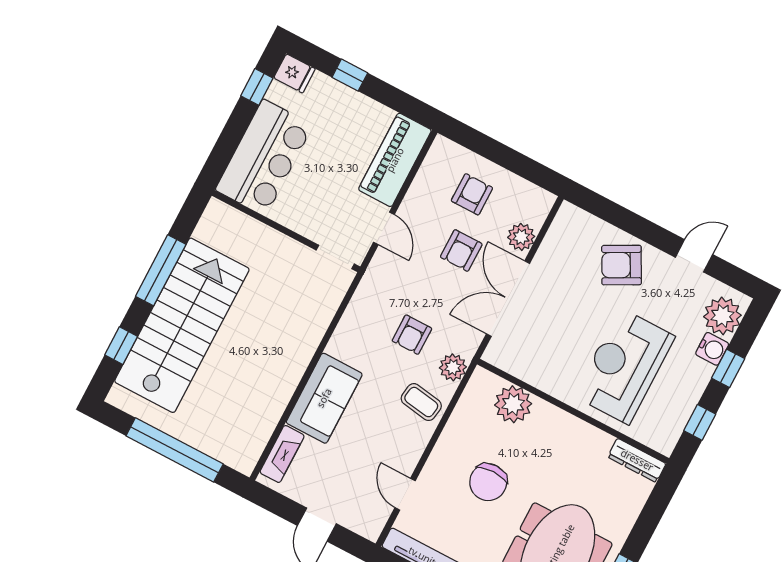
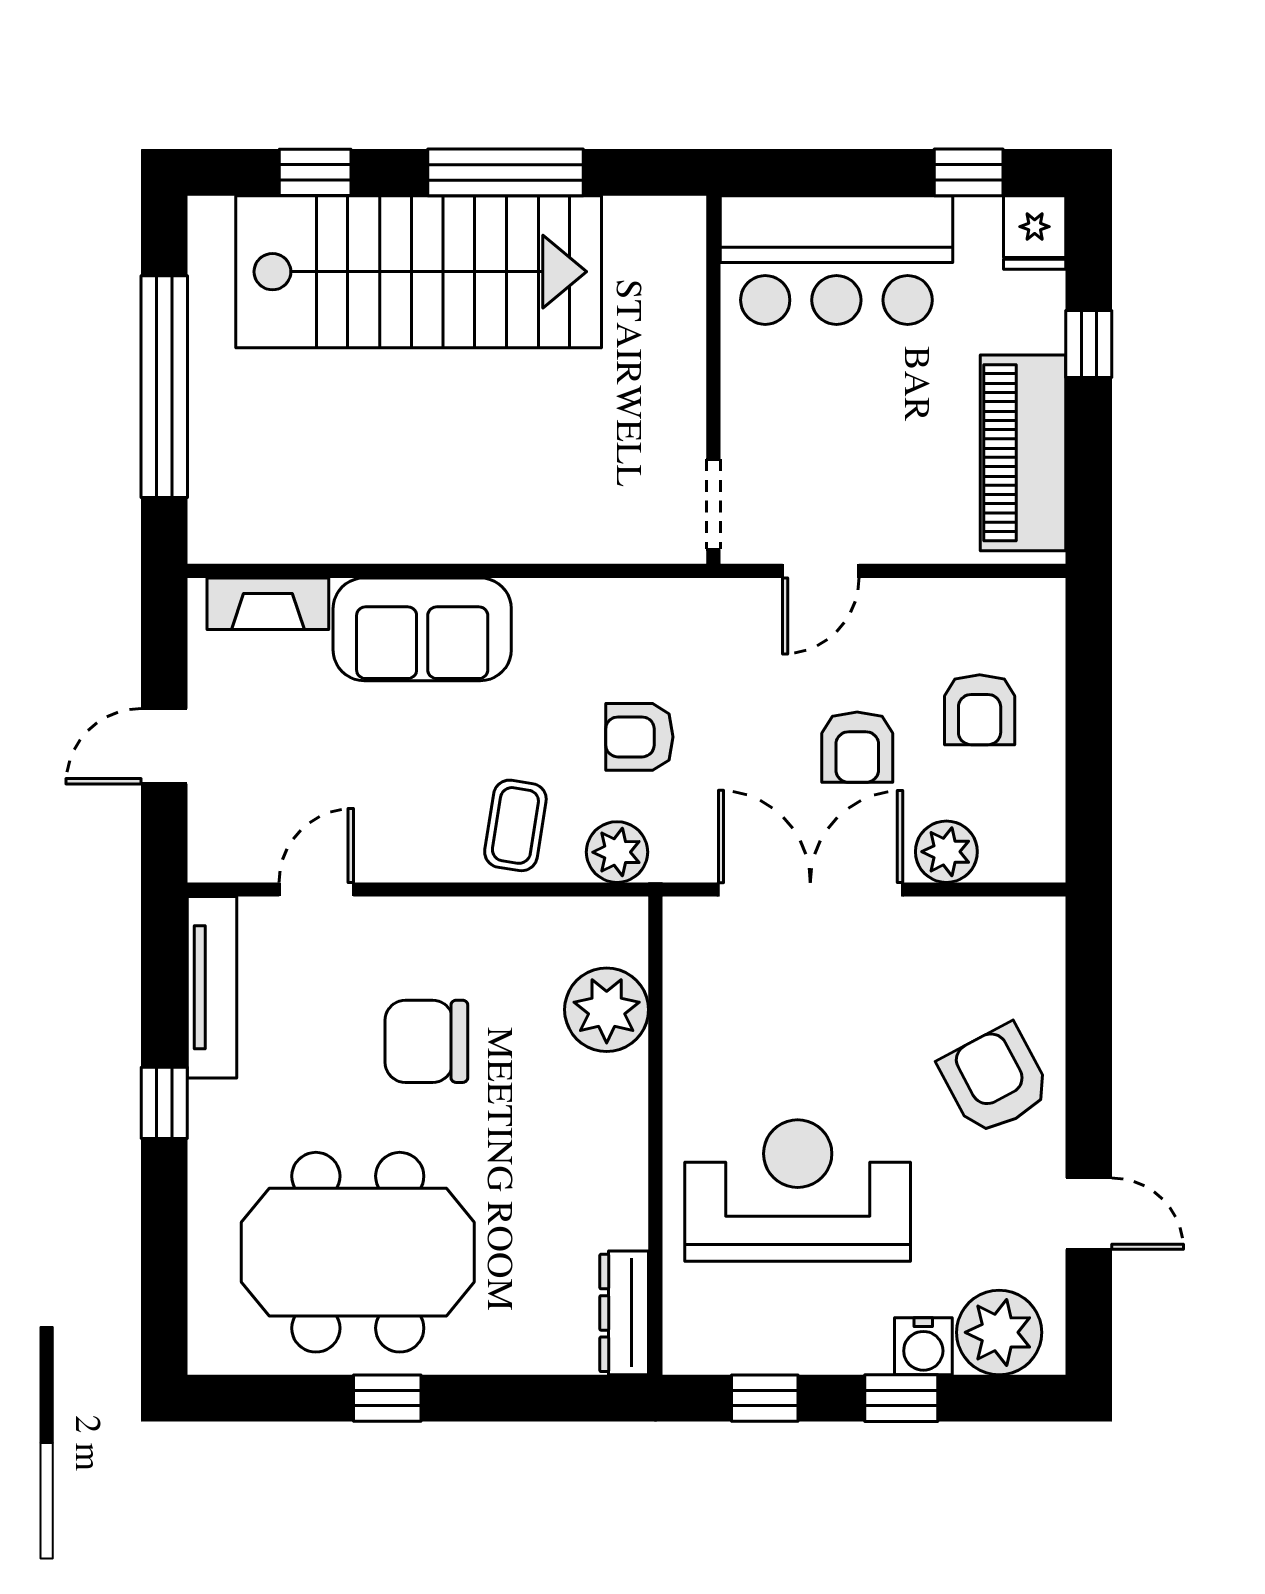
piano: (395, 160) -> (1023, 453), moved, turned -90
armchair: (472, 194) -> (980, 710), turned 90
armchair: (461, 250) -> (857, 747), turned -90

